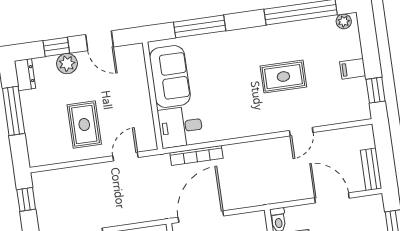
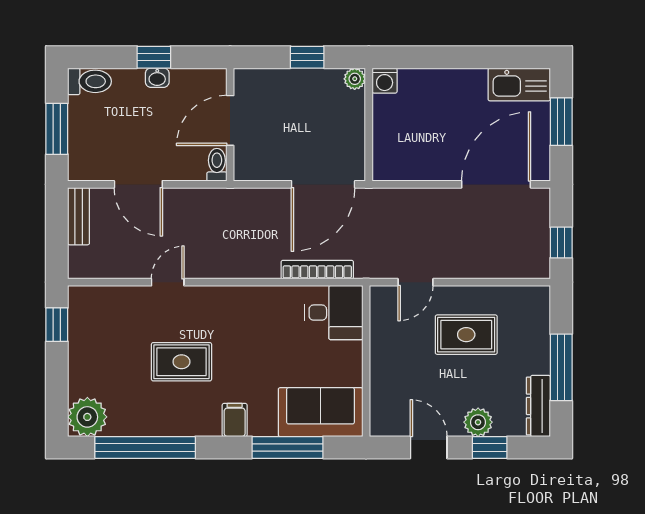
plant: (344, 21) -> (87, 417), width x1.88, depth x1.88
filing cabinet: (353, 69) -> (235, 420), moved, turned -90
dresser: (25, 75) -> (538, 406), width x1.44
sofa: (170, 77) -> (321, 412), moved, turned 90
rug: (84, 124) -> (466, 335), turned 90

